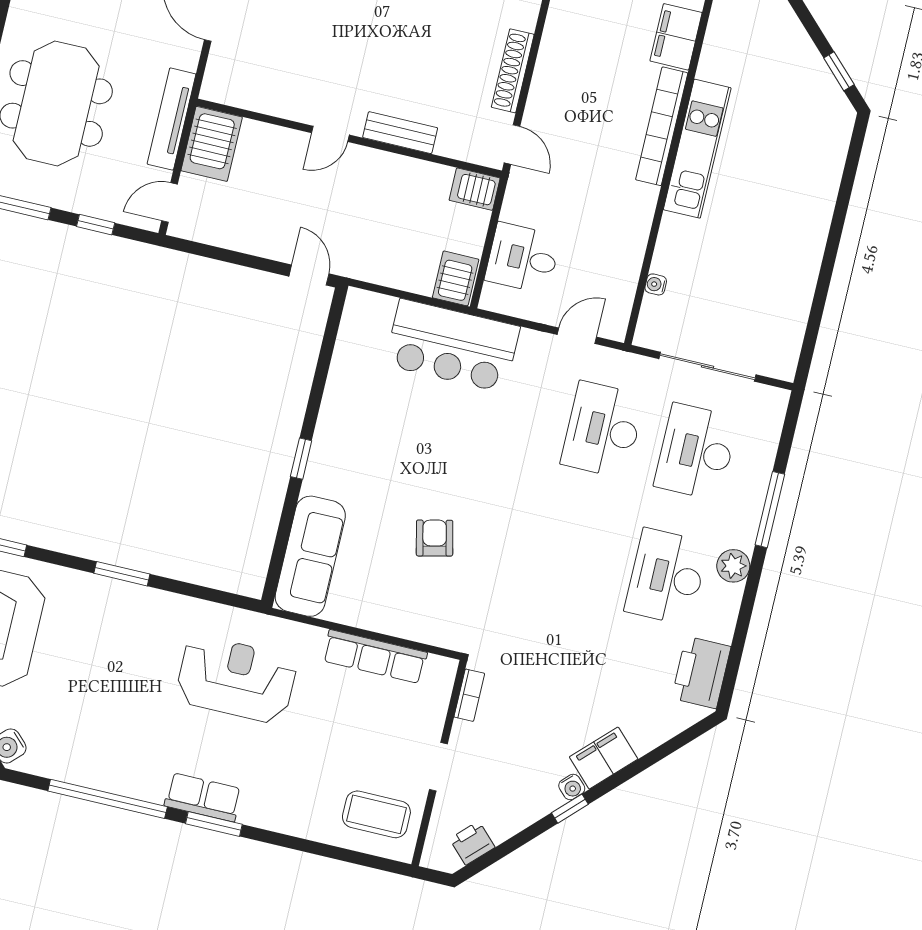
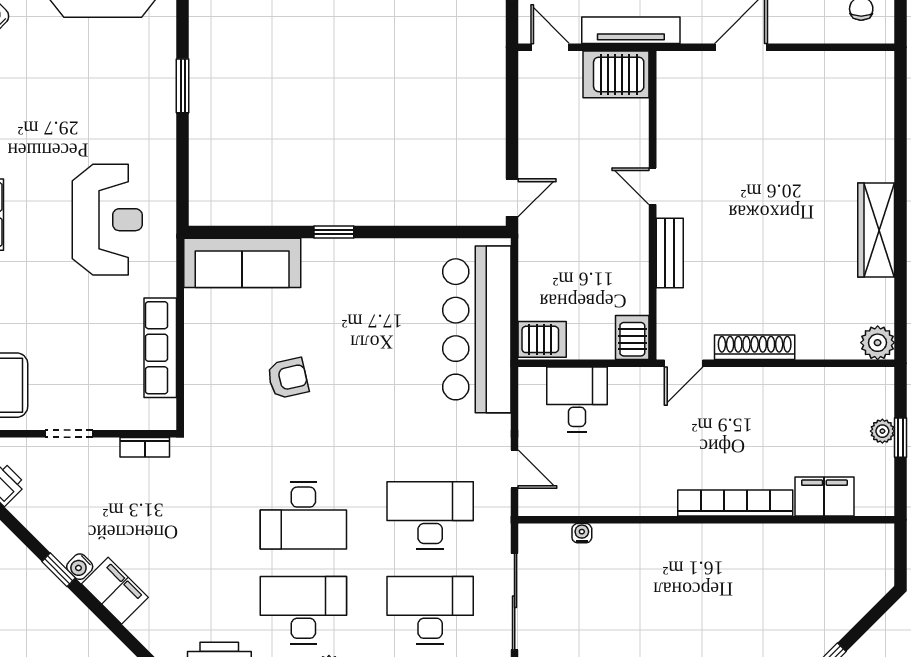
kitchen unit: (697, 149) -> (722, 542), removed
bar counter: (452, 346) -> (477, 329), width x1.36
desk: (573, 555) -> (303, 515), added

